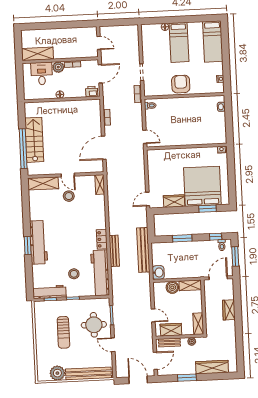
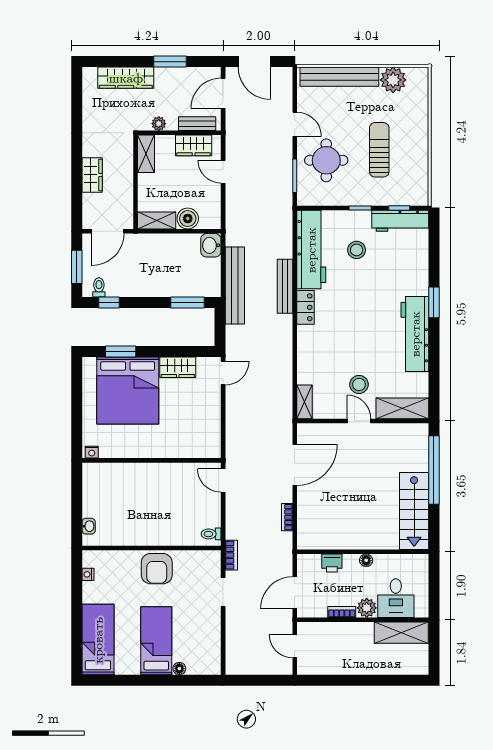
printer: (92, 92) -> (332, 563), moved
stairs: (34, 140) -> (414, 511), moved
window: (182, 238) -> (188, 303), moved
workbench: (39, 242) -> (415, 334), moved

